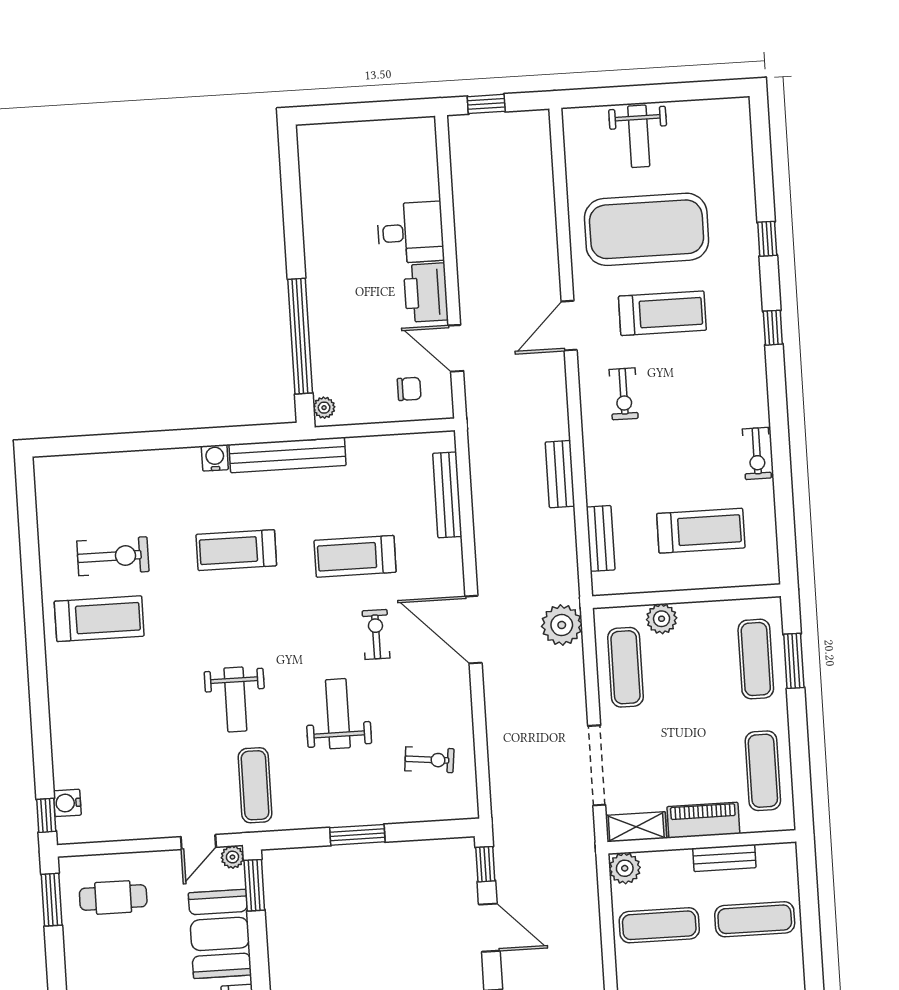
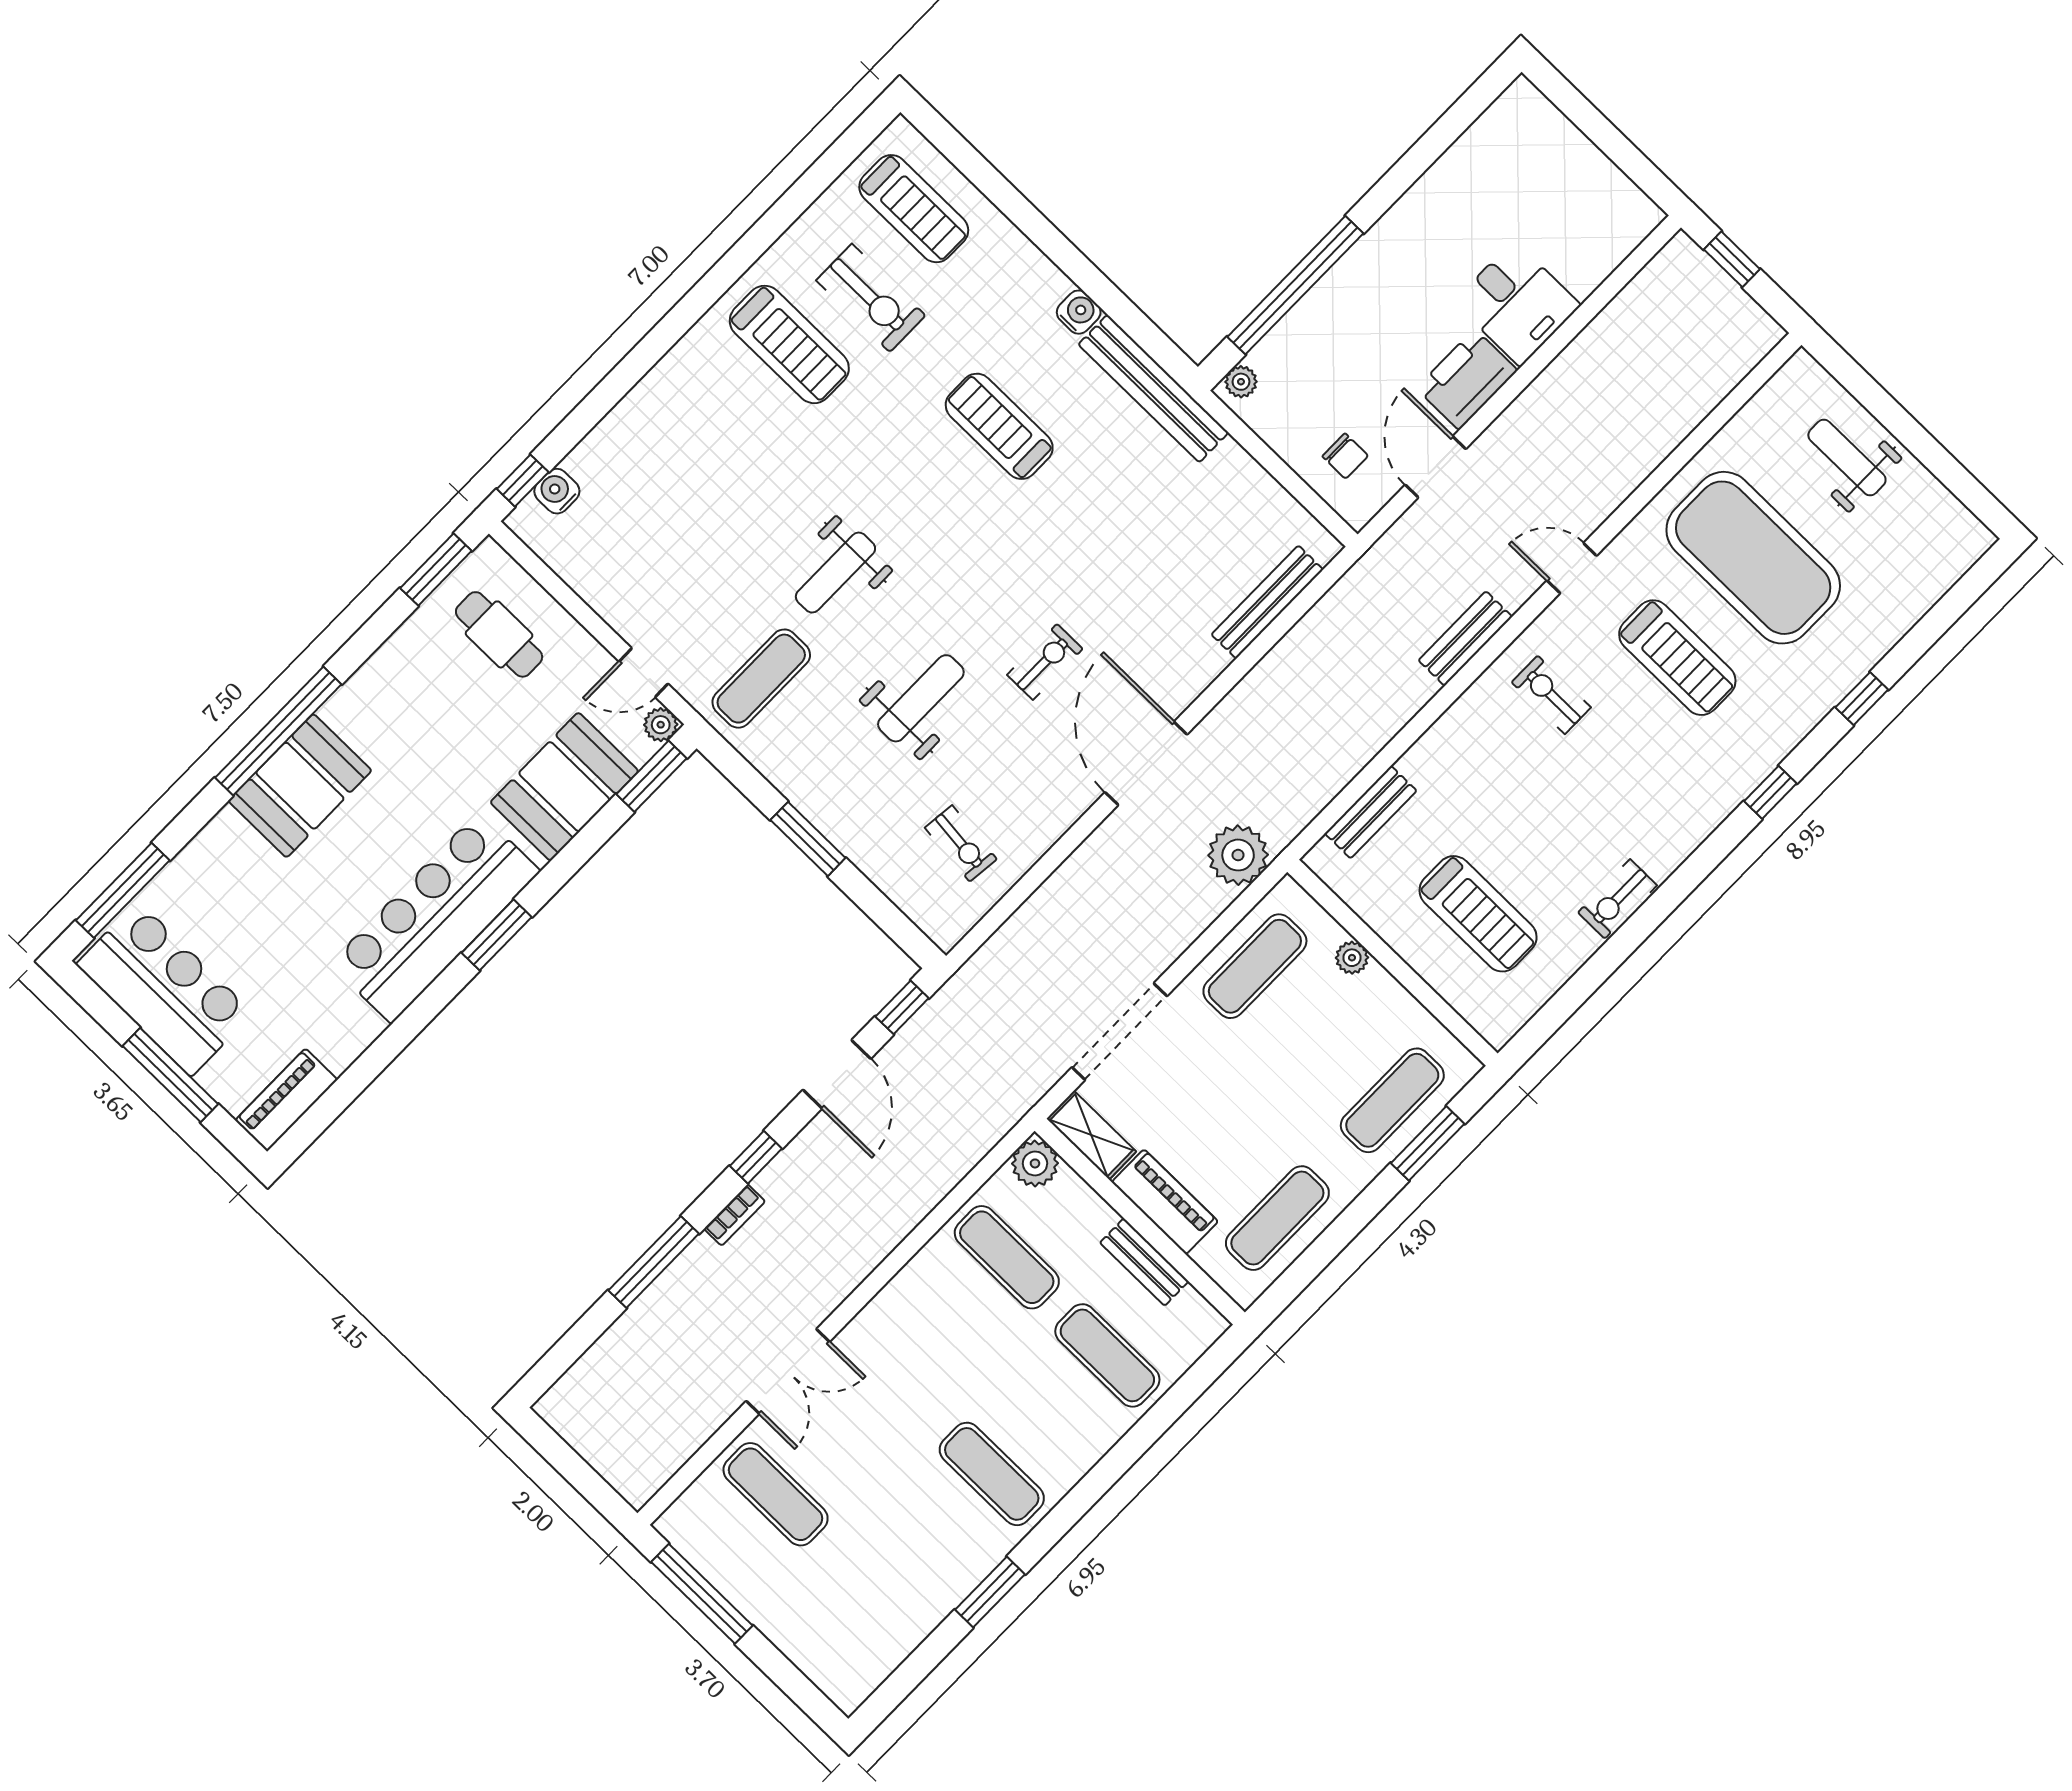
weight bench: (639, 136) -> (1847, 457), turned 90
door: (569, 326) -> (1572, 568), width x0.73
exercise bike: (624, 394) -> (1551, 695), turned 90
bench: (560, 474) -> (1465, 639), moved
treadmill: (355, 556) -> (914, 209), moved, turned 180
plant: (662, 619) -> (1352, 958), width x0.73, depth x0.73

